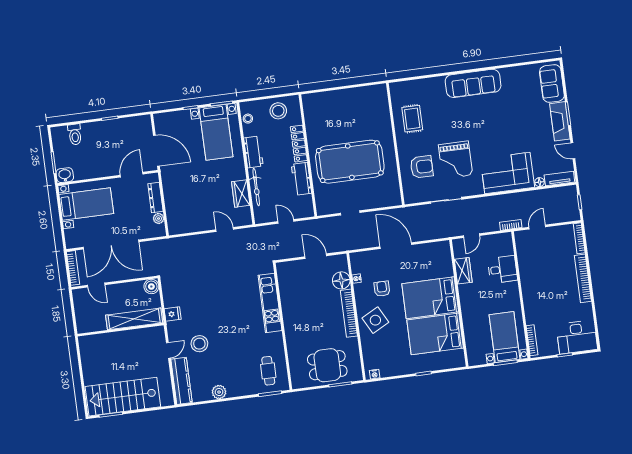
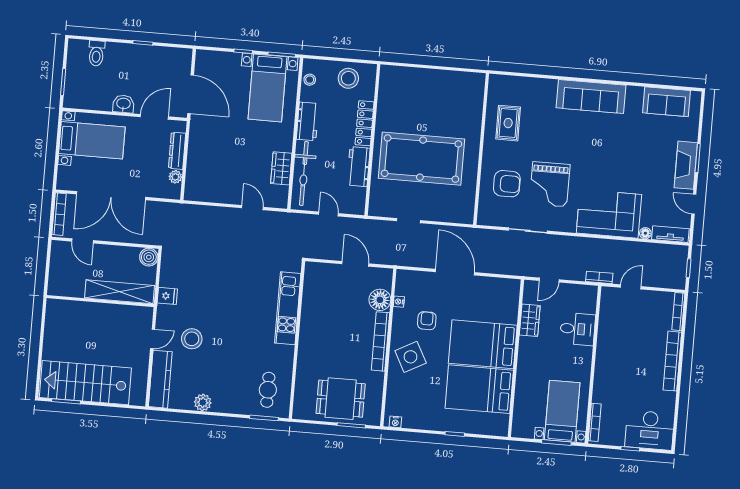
sofa: (552, 83) -> (667, 102), moved, turned -90
washbasin: (65, 175) -> (123, 104), moved
bicycle: (256, 187) -> (304, 173), width x1.37, depth x1.40

